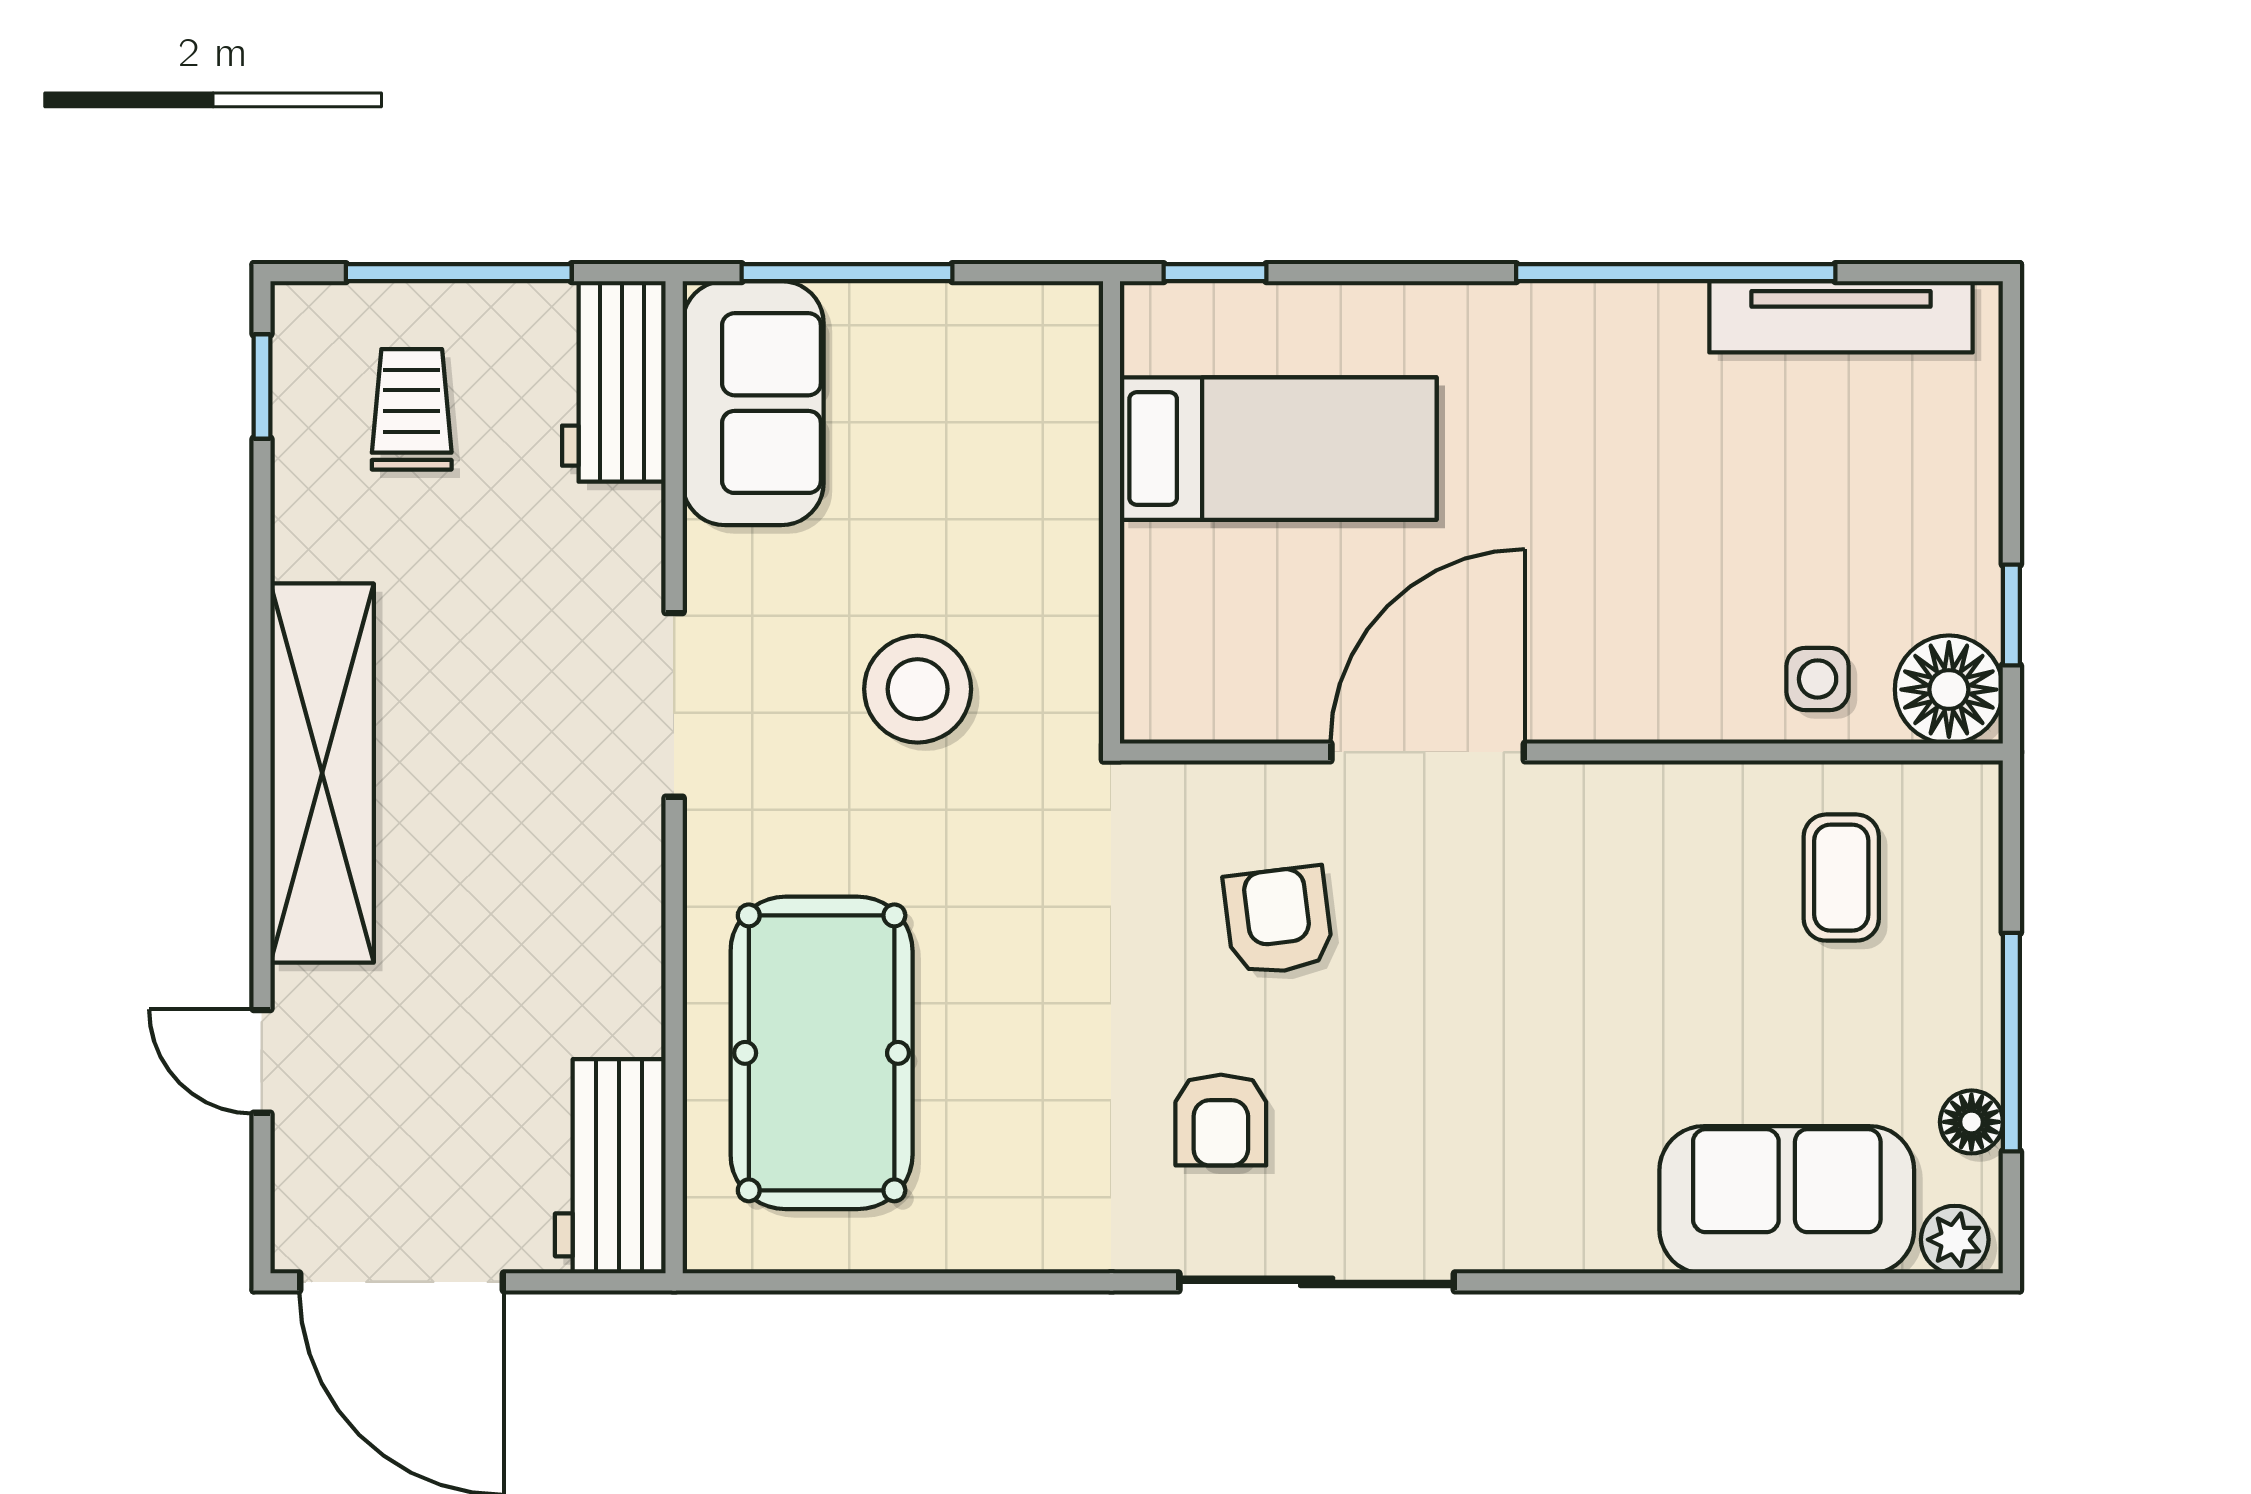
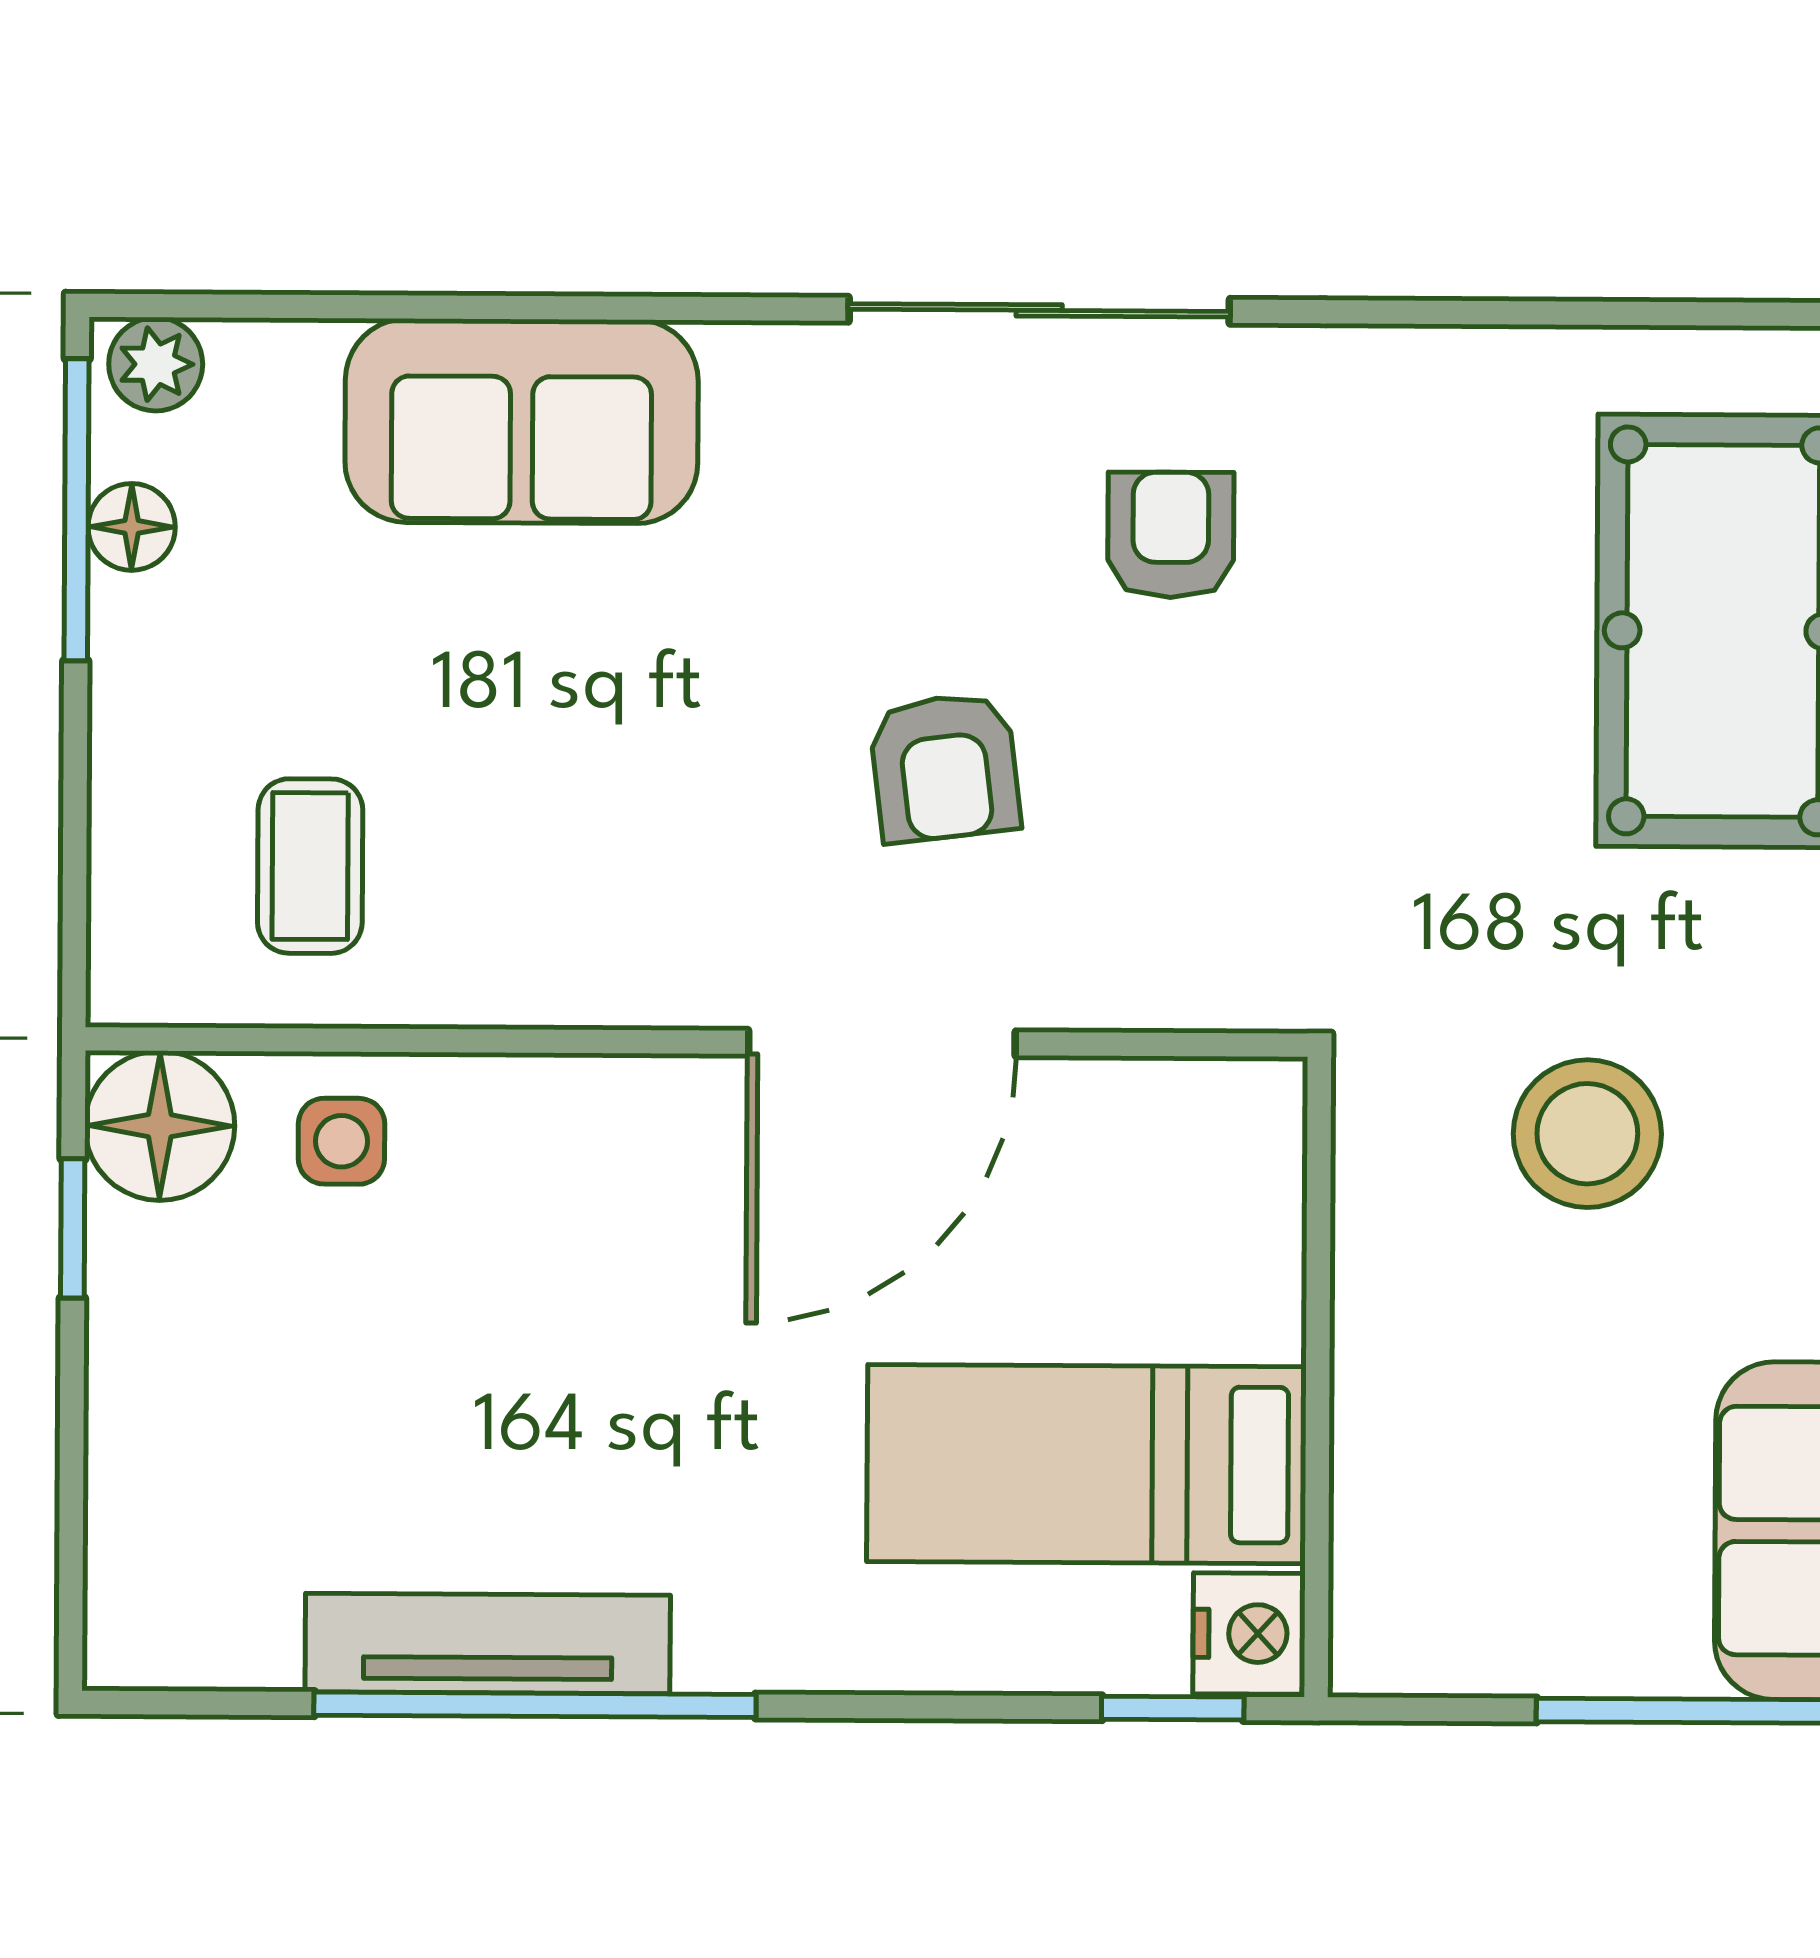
tv unit: (1841, 317) -> (488, 1643), moved
nightstand: (1160, 327) -> (1249, 1634), added
armchair: (1278, 921) -> (945, 767), moved
window: (2011, 1042) -> (76, 510), moved
sofa: (1787, 1200) -> (522, 421), moved

